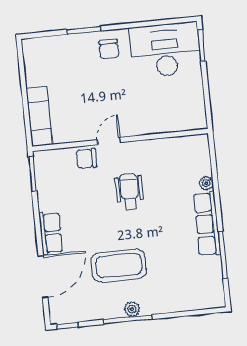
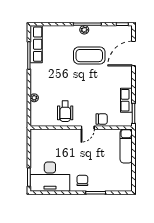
wheelchair: (129, 192) -> (65, 111), moved
row of seats: (207, 224) -> (36, 44), moved
row of seats: (51, 233) -> (126, 100), moved

